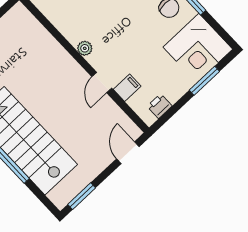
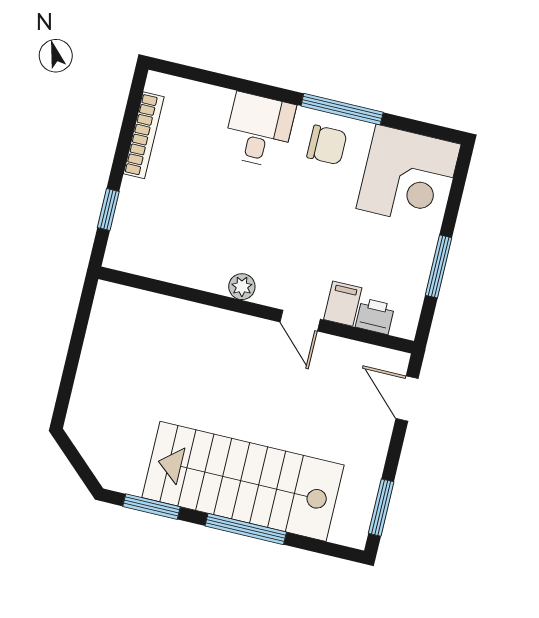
window: (204, 81) -> (438, 266), moved
printer: (160, 106) -> (375, 316), moved, turned 90

